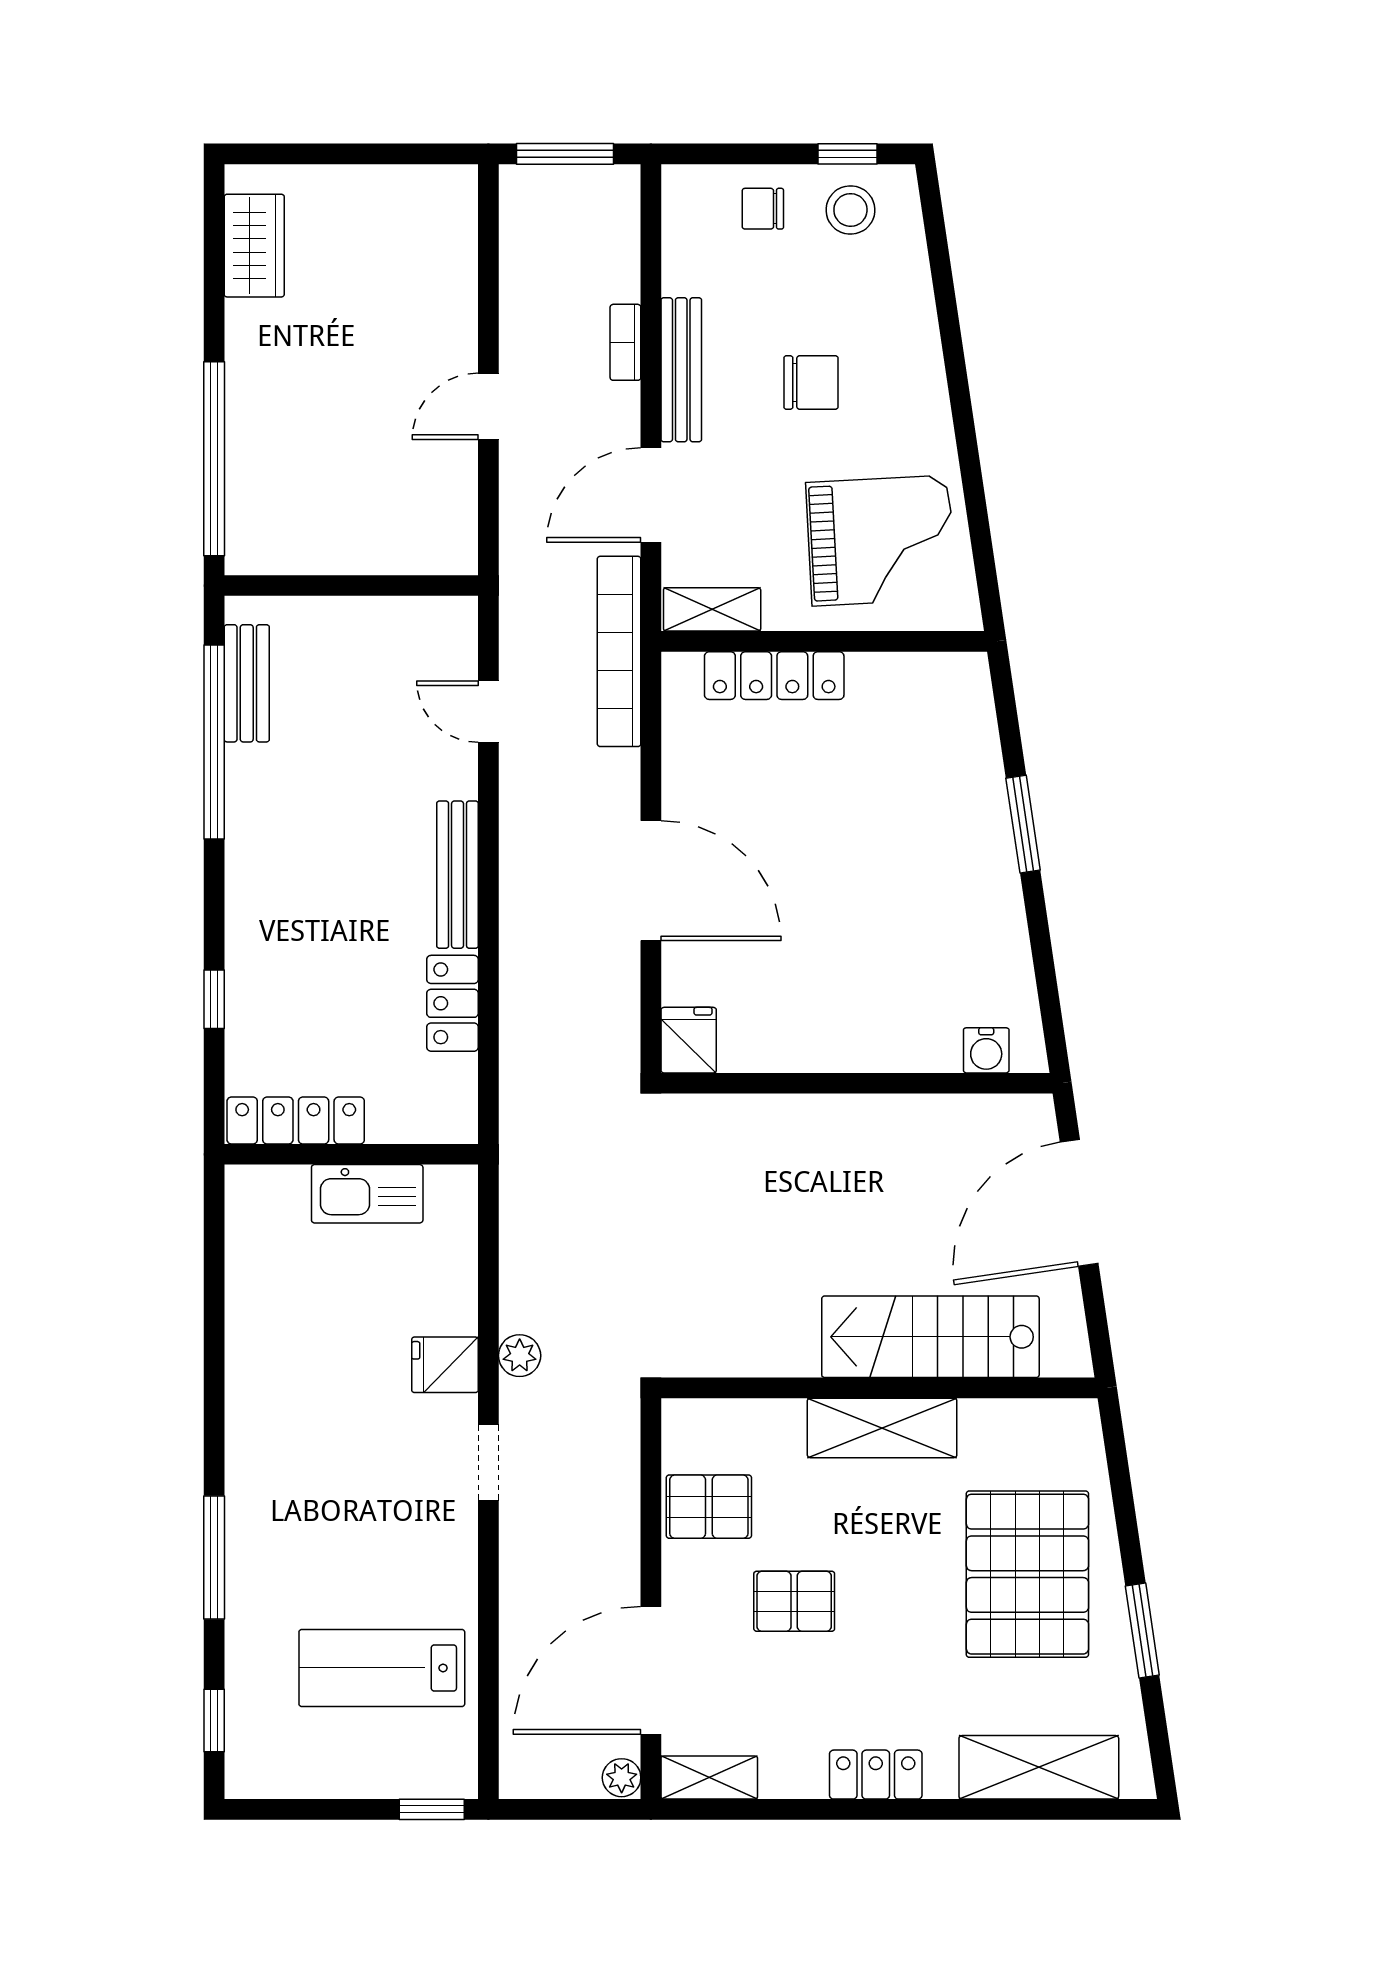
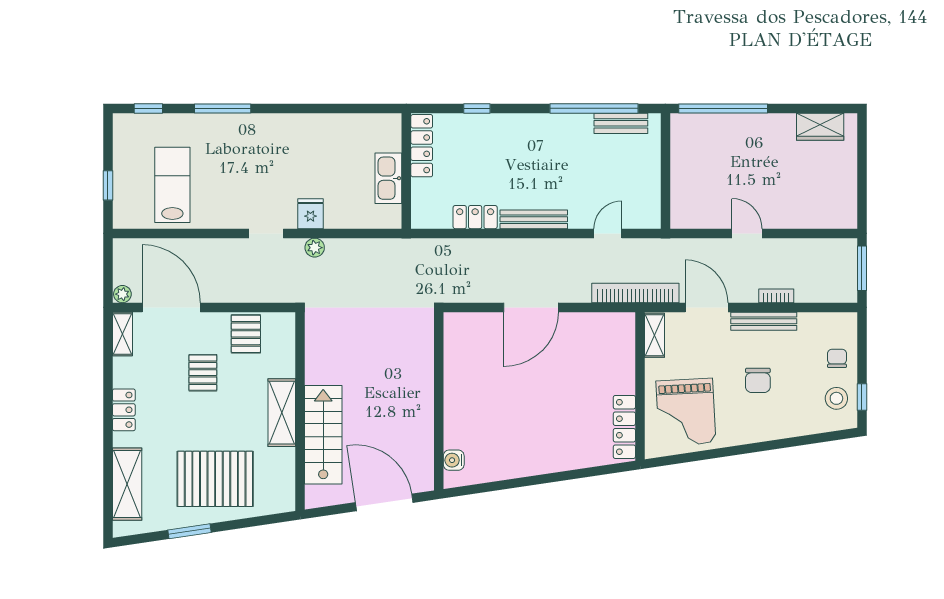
locker: (774, 676) -> (624, 427), moved
window: (1023, 824) -> (557, 477), removed
fridge: (689, 1040) -> (458, 325), removed
window: (432, 1809) -> (108, 185), moved

